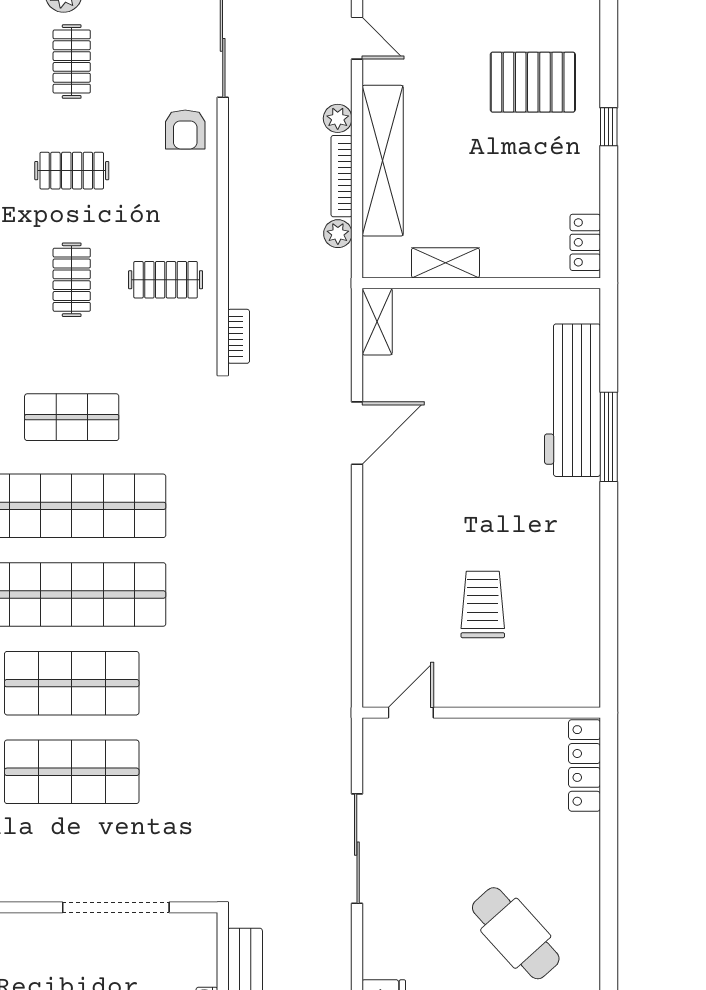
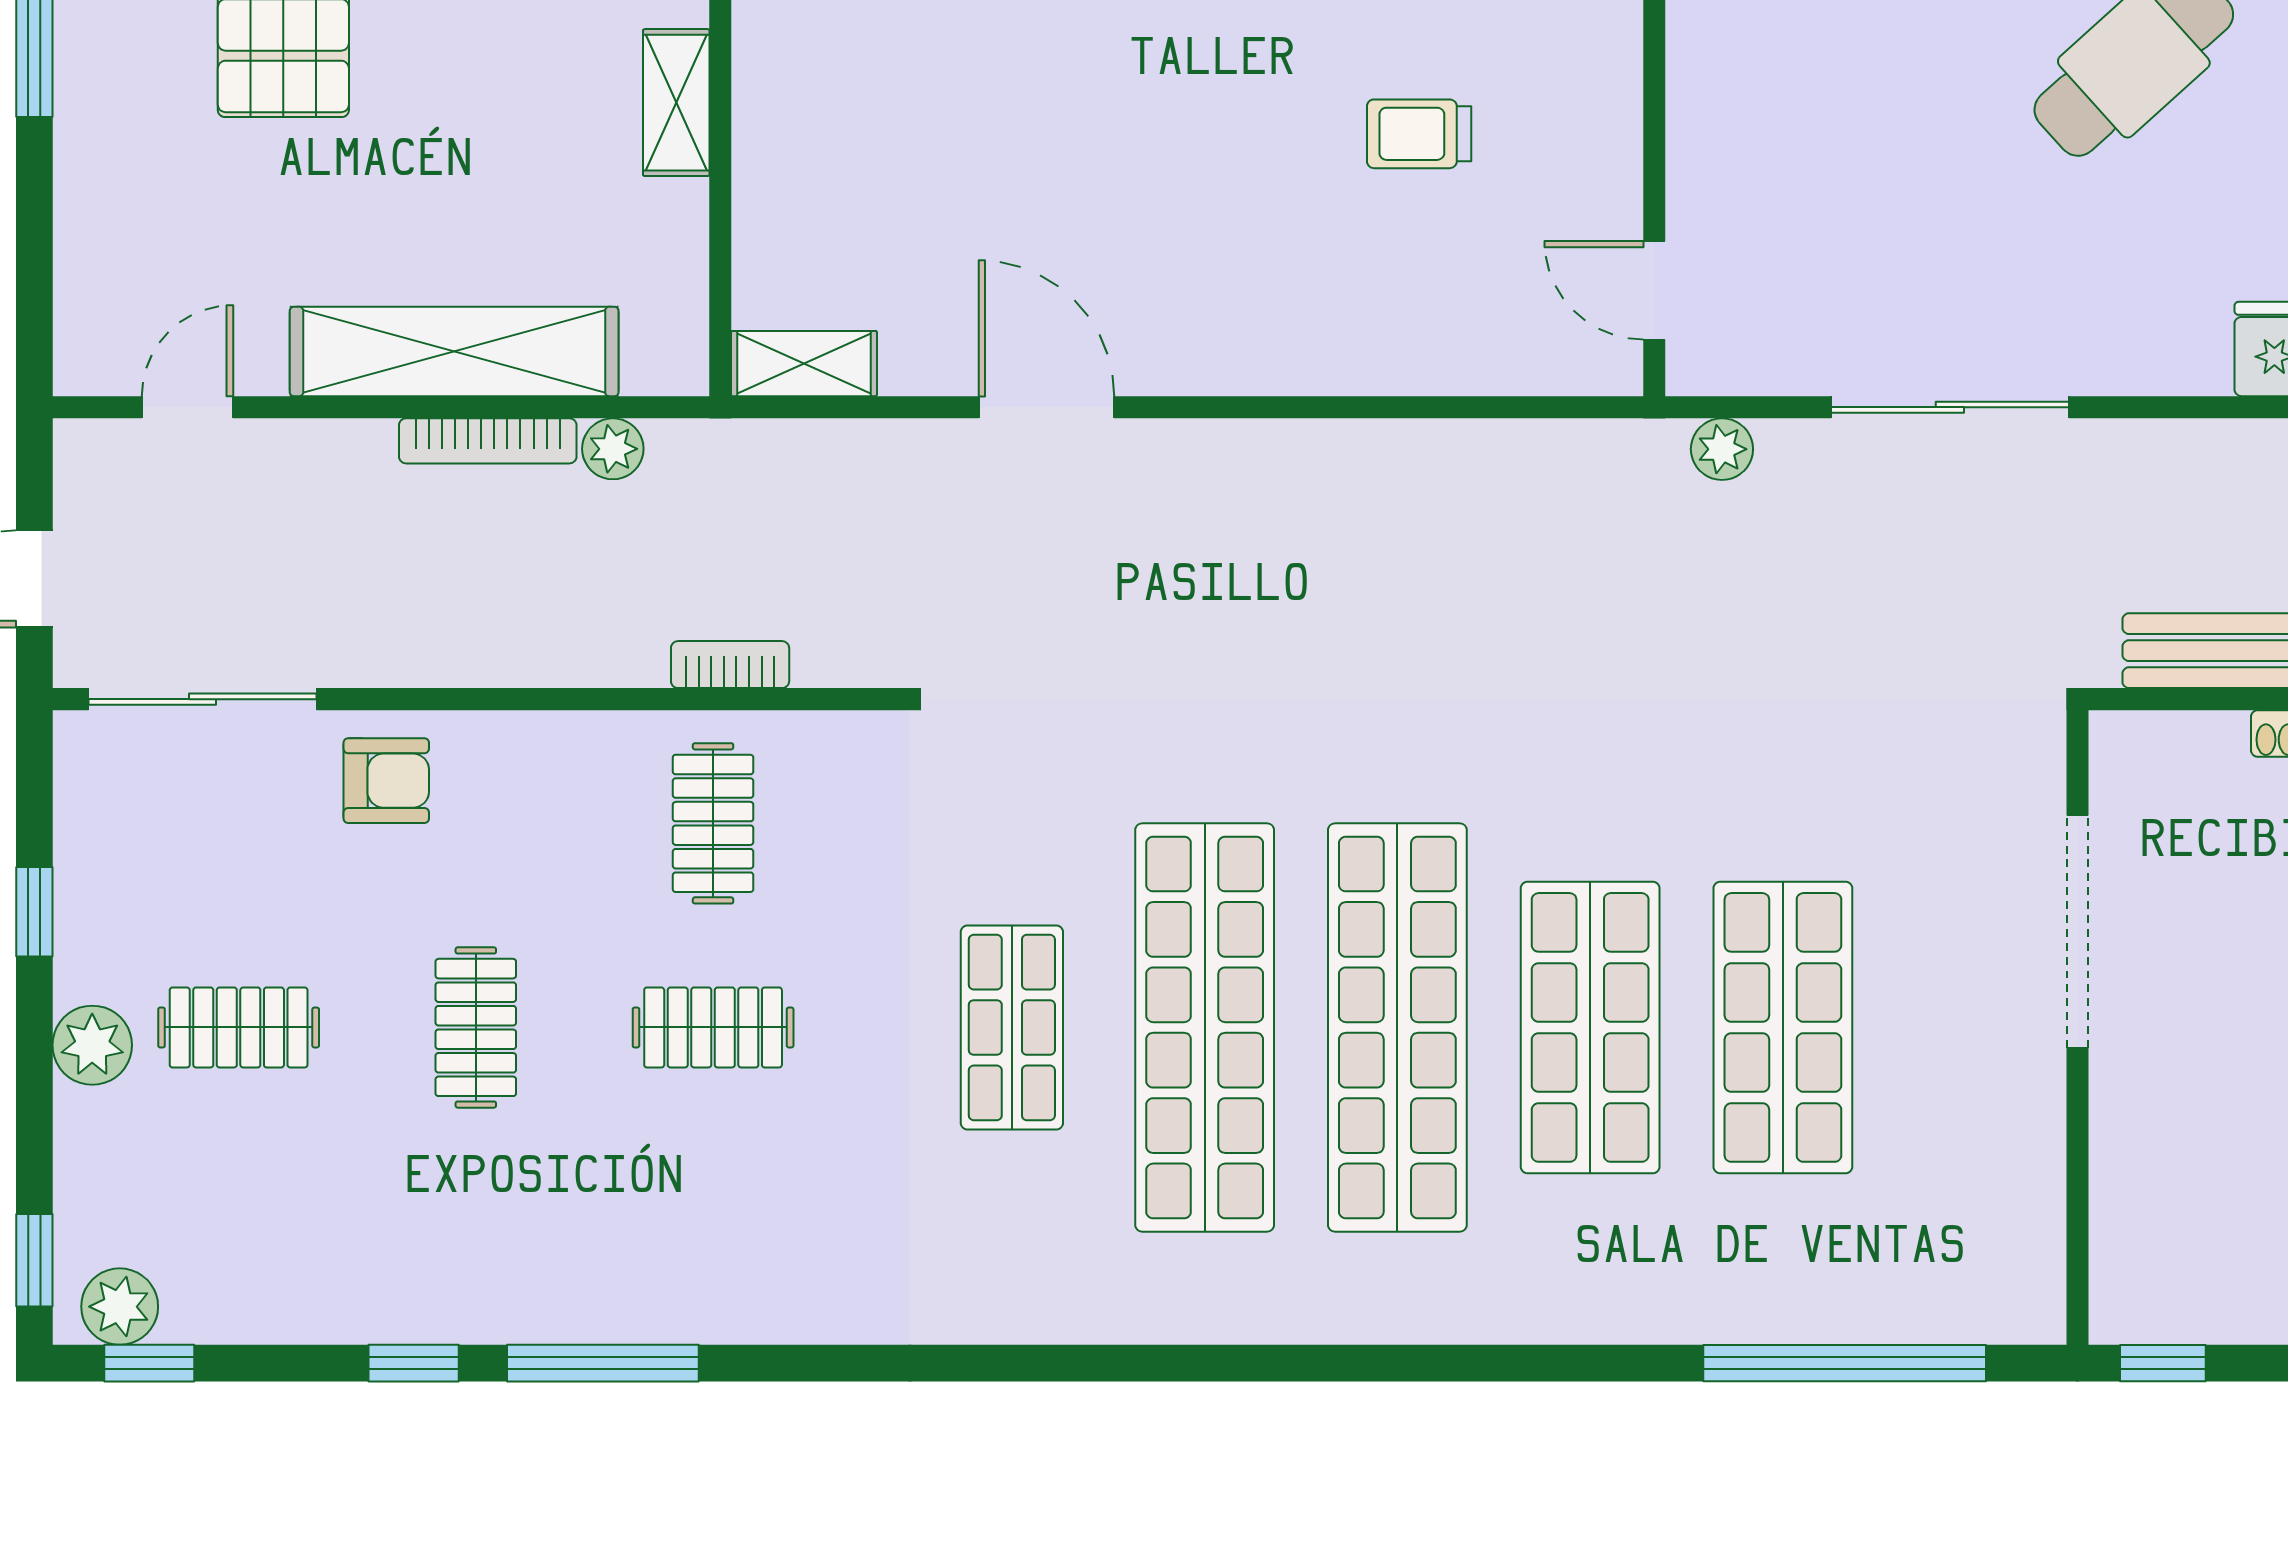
plant: (338, 118) -> (1722, 449), moved
shelving: (445, 263) -> (676, 103), moved
bookcase: (239, 336) -> (730, 665), moved
trolley: (483, 604) -> (1419, 134), width x0.73, depth x0.72

